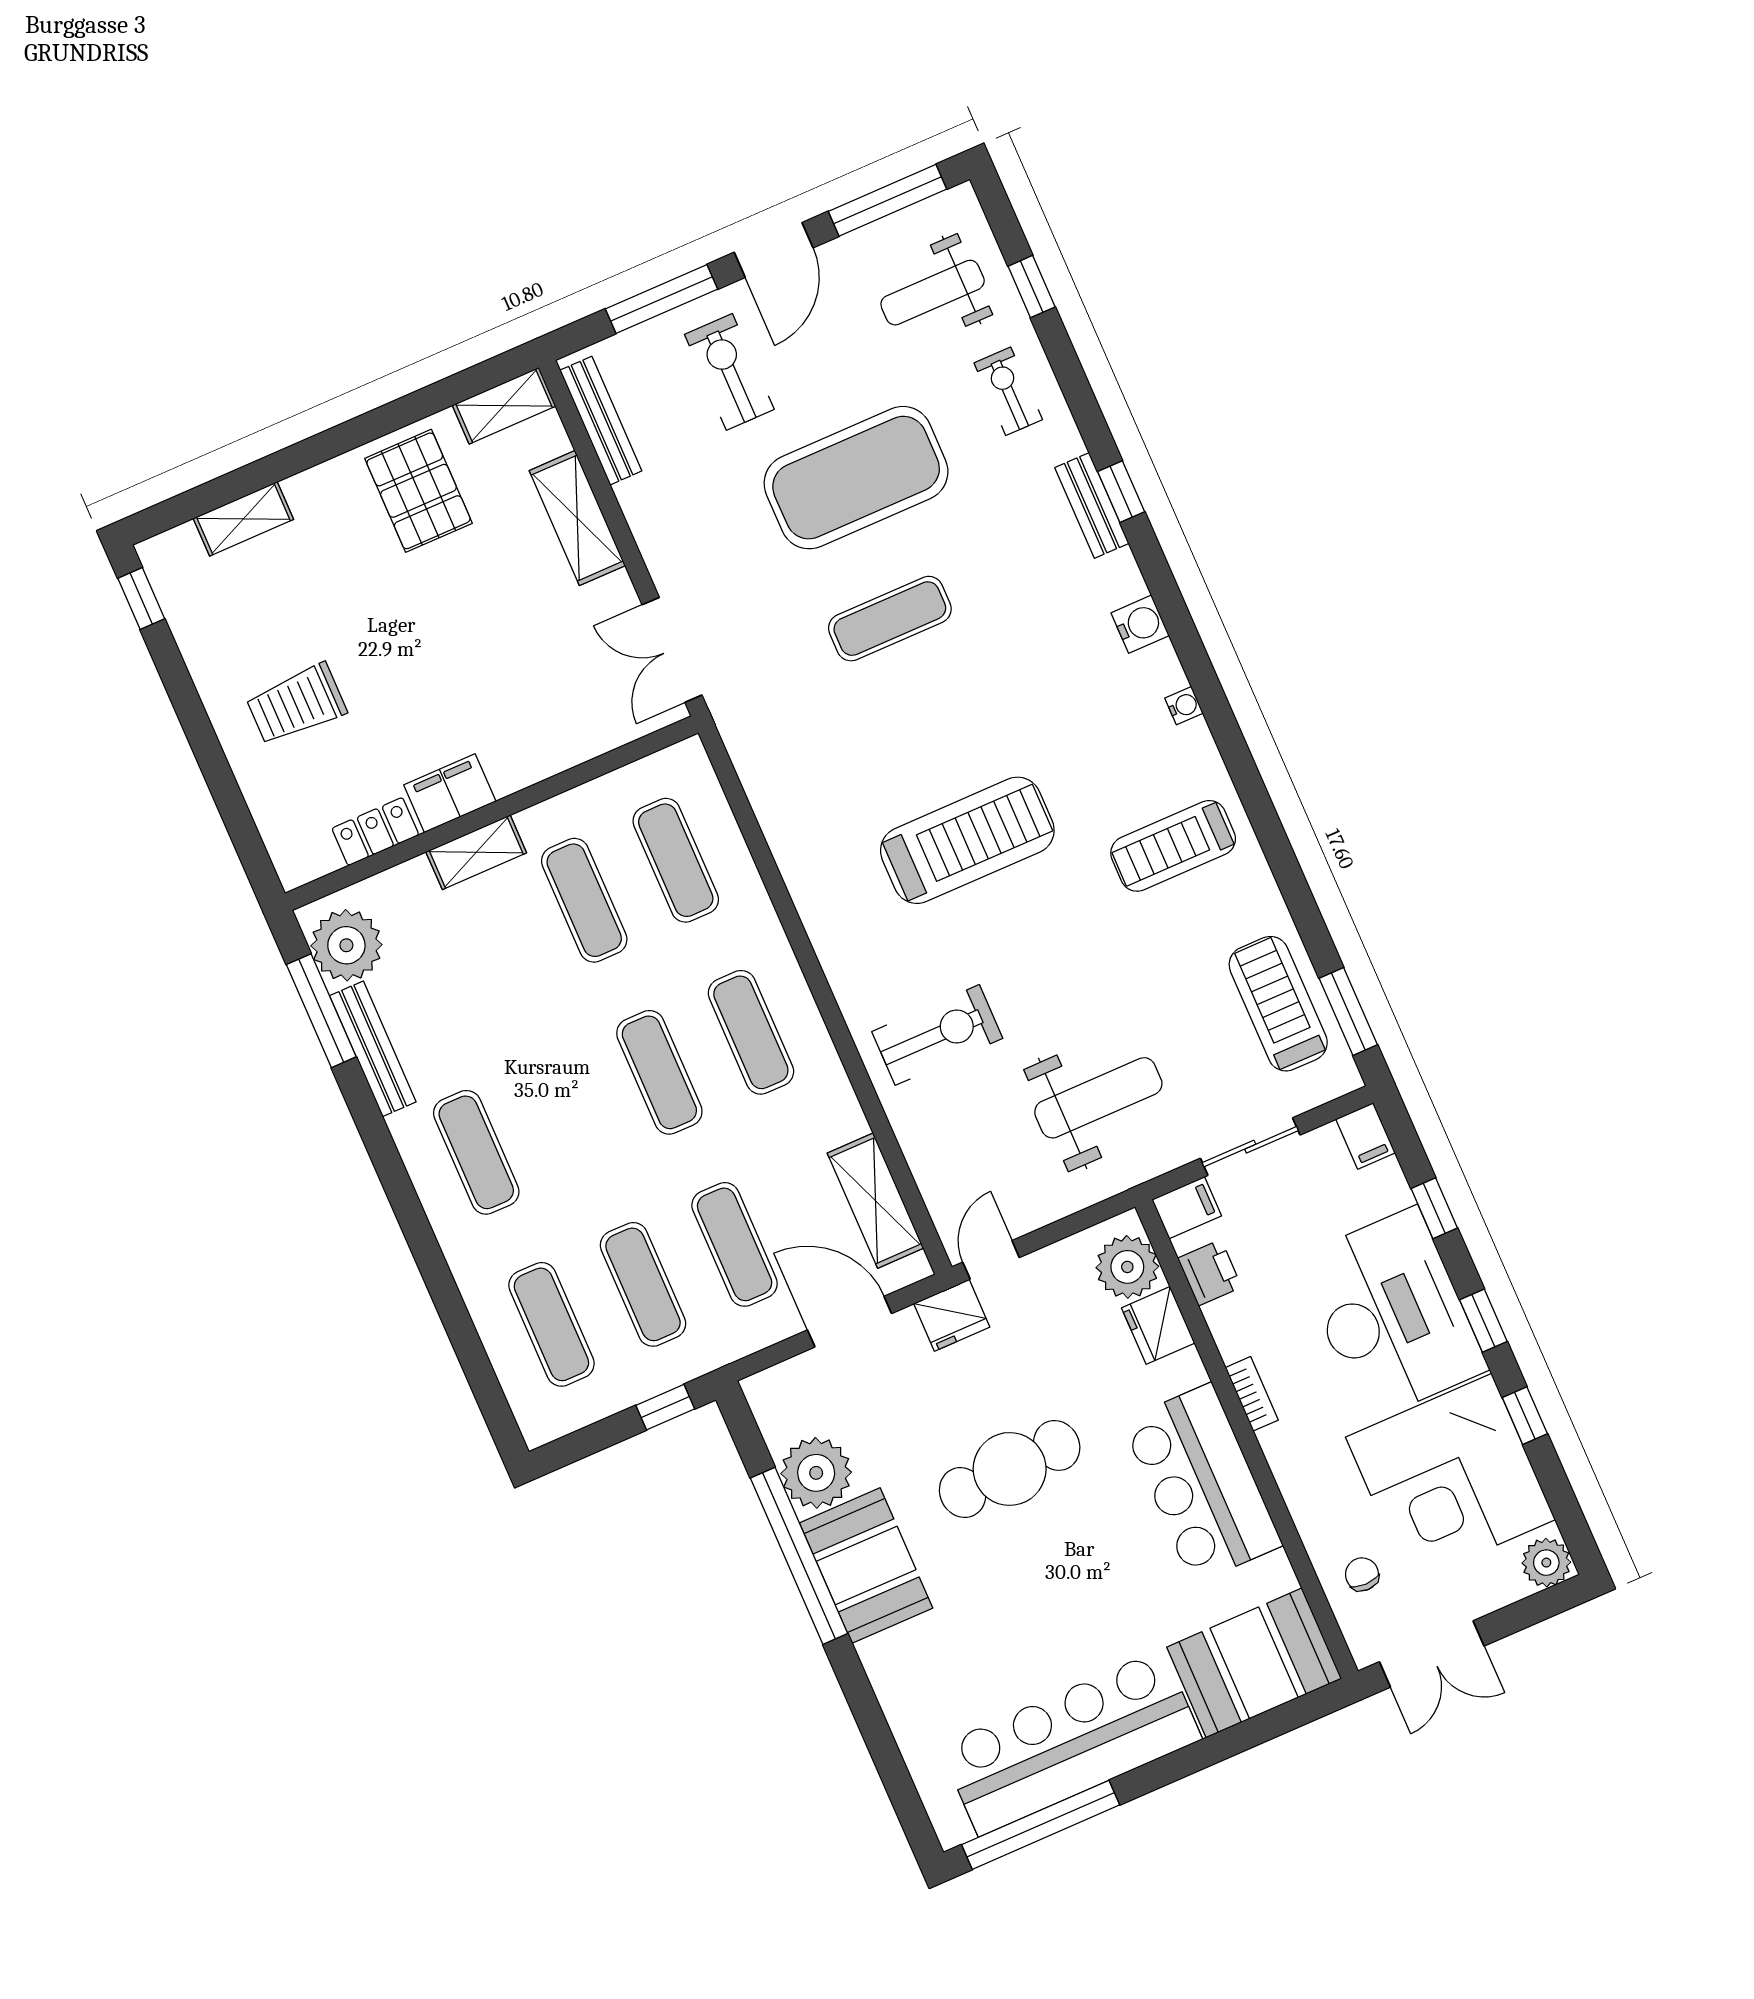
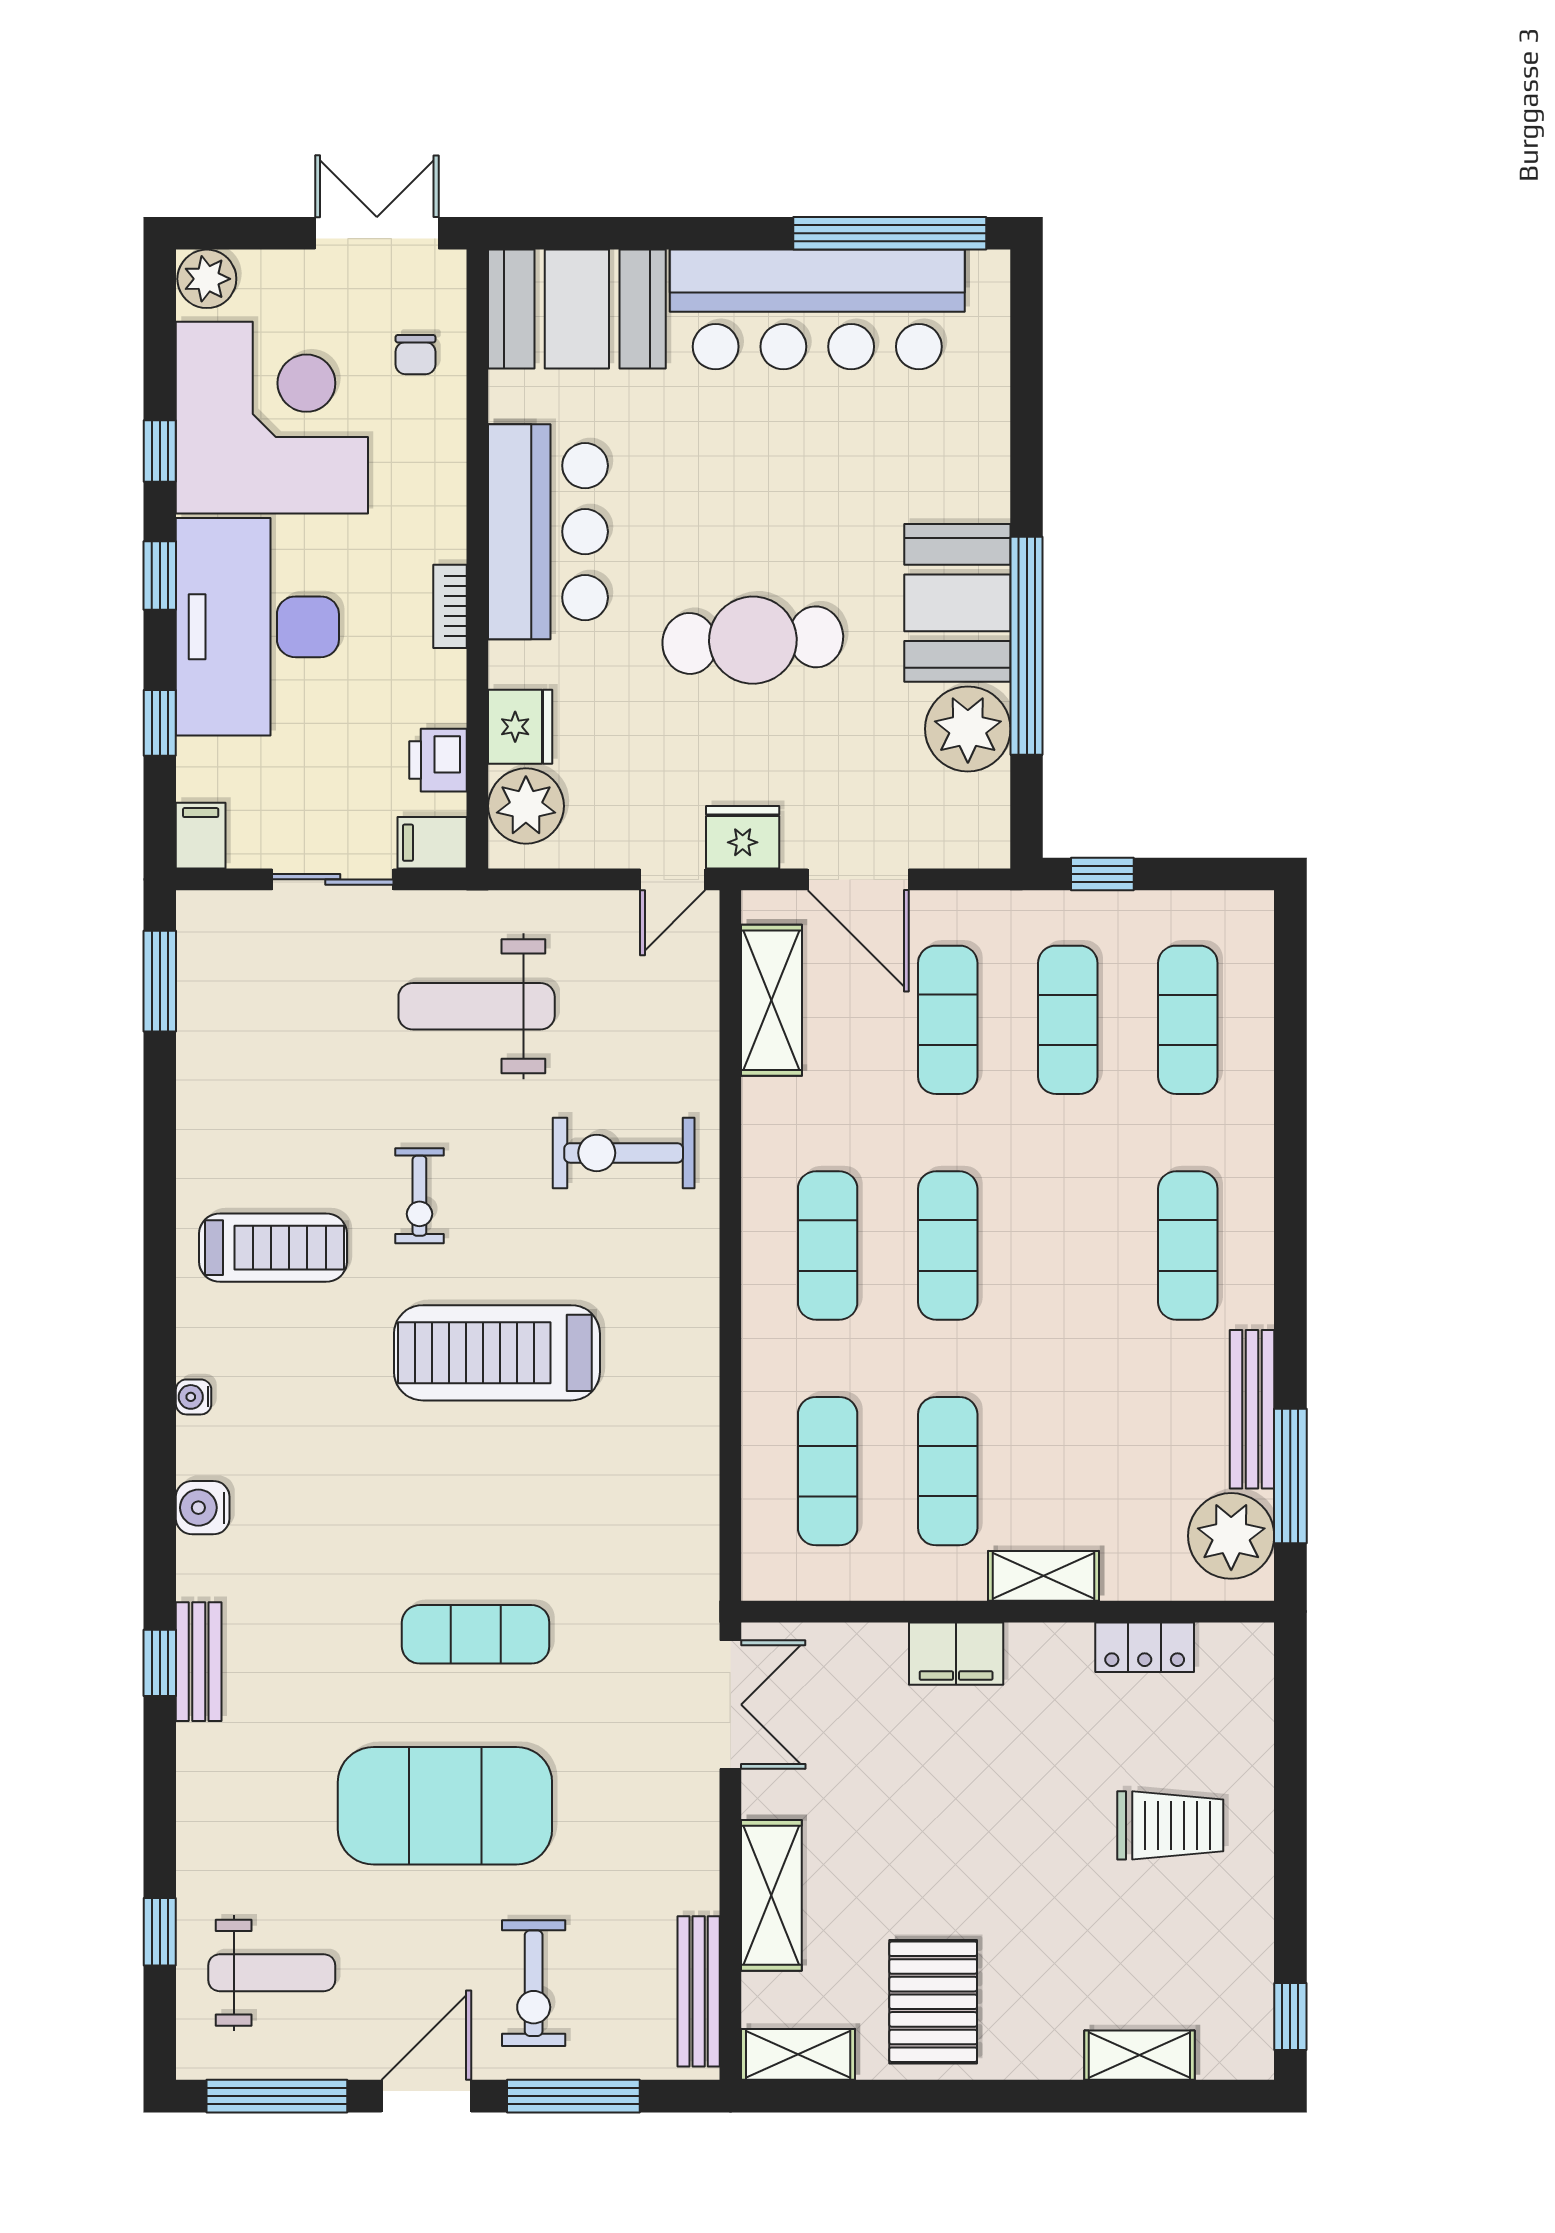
exercise bike: (1008, 391) -> (419, 1196), moved
filing cabinet: (450, 793) -> (956, 1654), moved
treadmill: (1278, 1004) -> (233, 1023), removed

